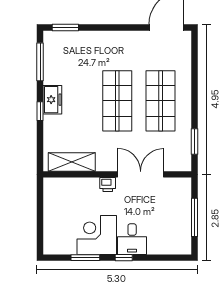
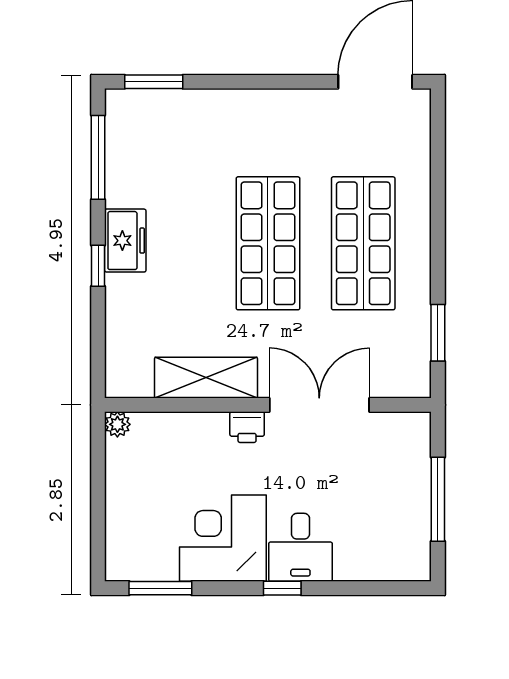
shelving: (72, 162) -> (206, 378), moved
plant: (49, 183) -> (117, 424), added
window: (85, 258) -> (160, 588), moved

